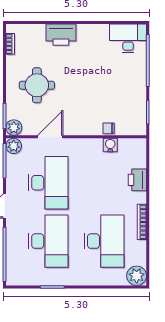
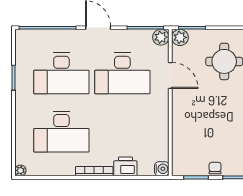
chair: (109, 128) -> (215, 168), moved
water cooler: (110, 145) -> (162, 169), moved
bookcase: (142, 222) -> (94, 171), moved
plant: (137, 276) -> (20, 170), width x0.53, depth x0.53

